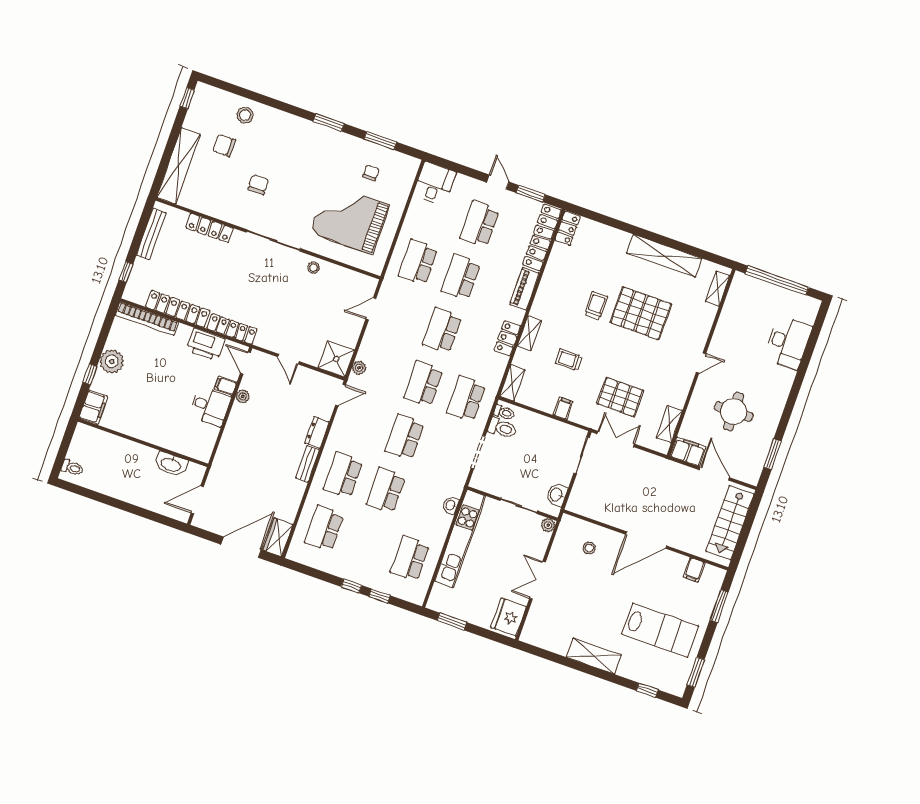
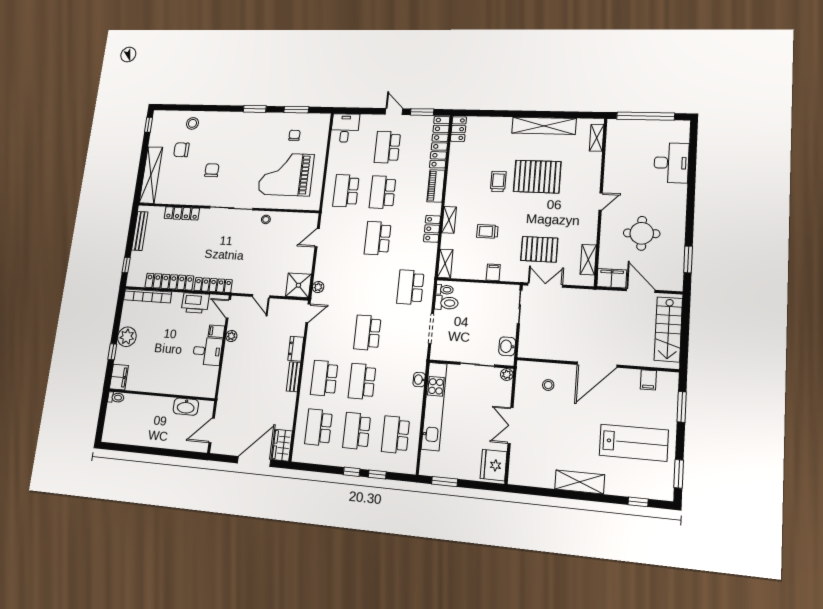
school desk: (423, 384) -> (357, 431), moved
toilet: (72, 468) -> (116, 397), moved

